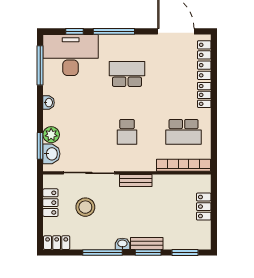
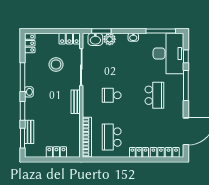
locker: (50, 203) -> (69, 39), moved
bench: (147, 243) -> (29, 132), moved

